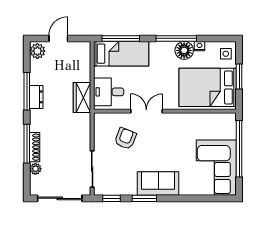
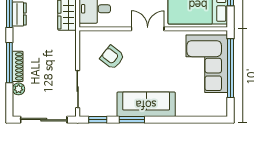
double door: (146, 111) -> (148, 29), moved
armchair: (125, 138) -> (112, 57), turned -73
corner sofa: (216, 168) -> (207, 64), moved
sofa: (158, 184) -> (146, 104), width x1.36

